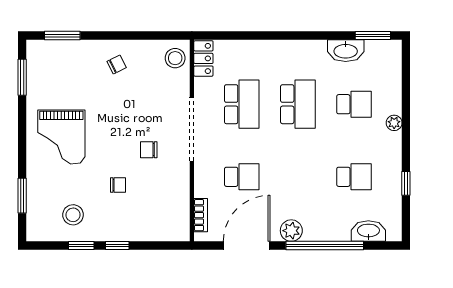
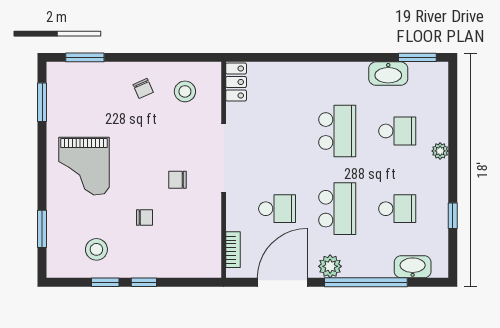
stool: (175, 58) -> (185, 91), moved
chair: (117, 64) -> (143, 88), turned 93
school desk: (242, 104) -> (337, 209), moved

